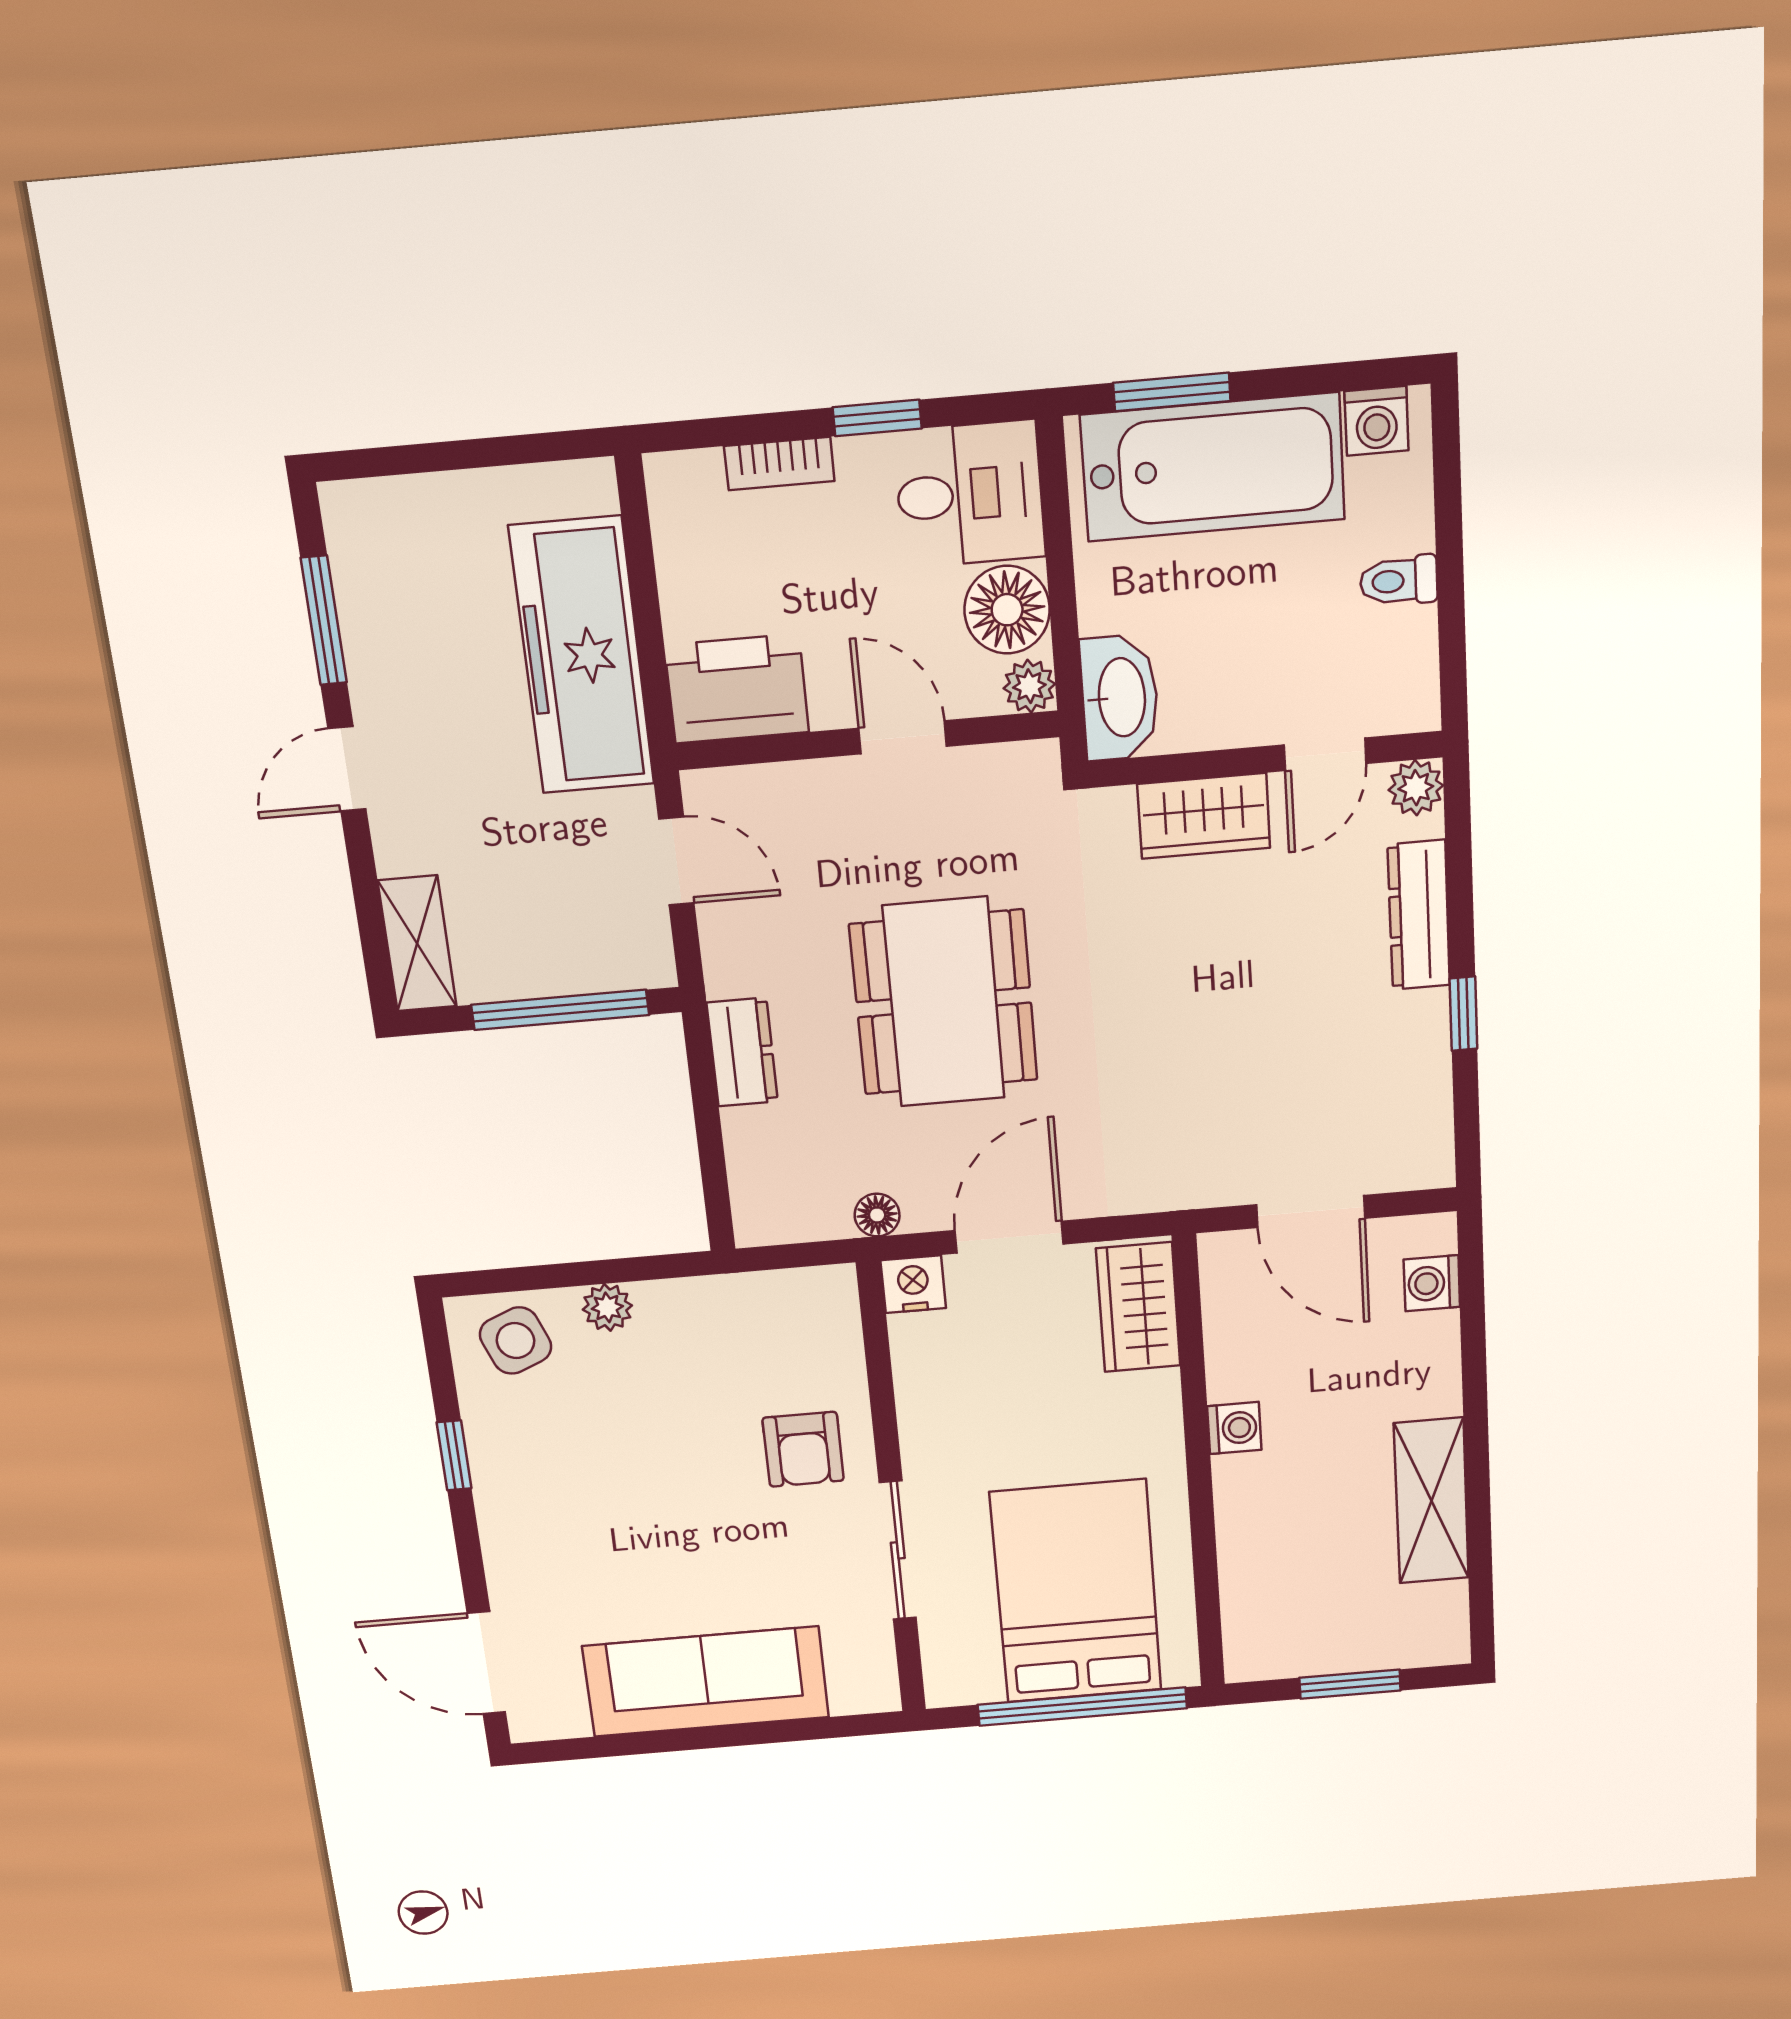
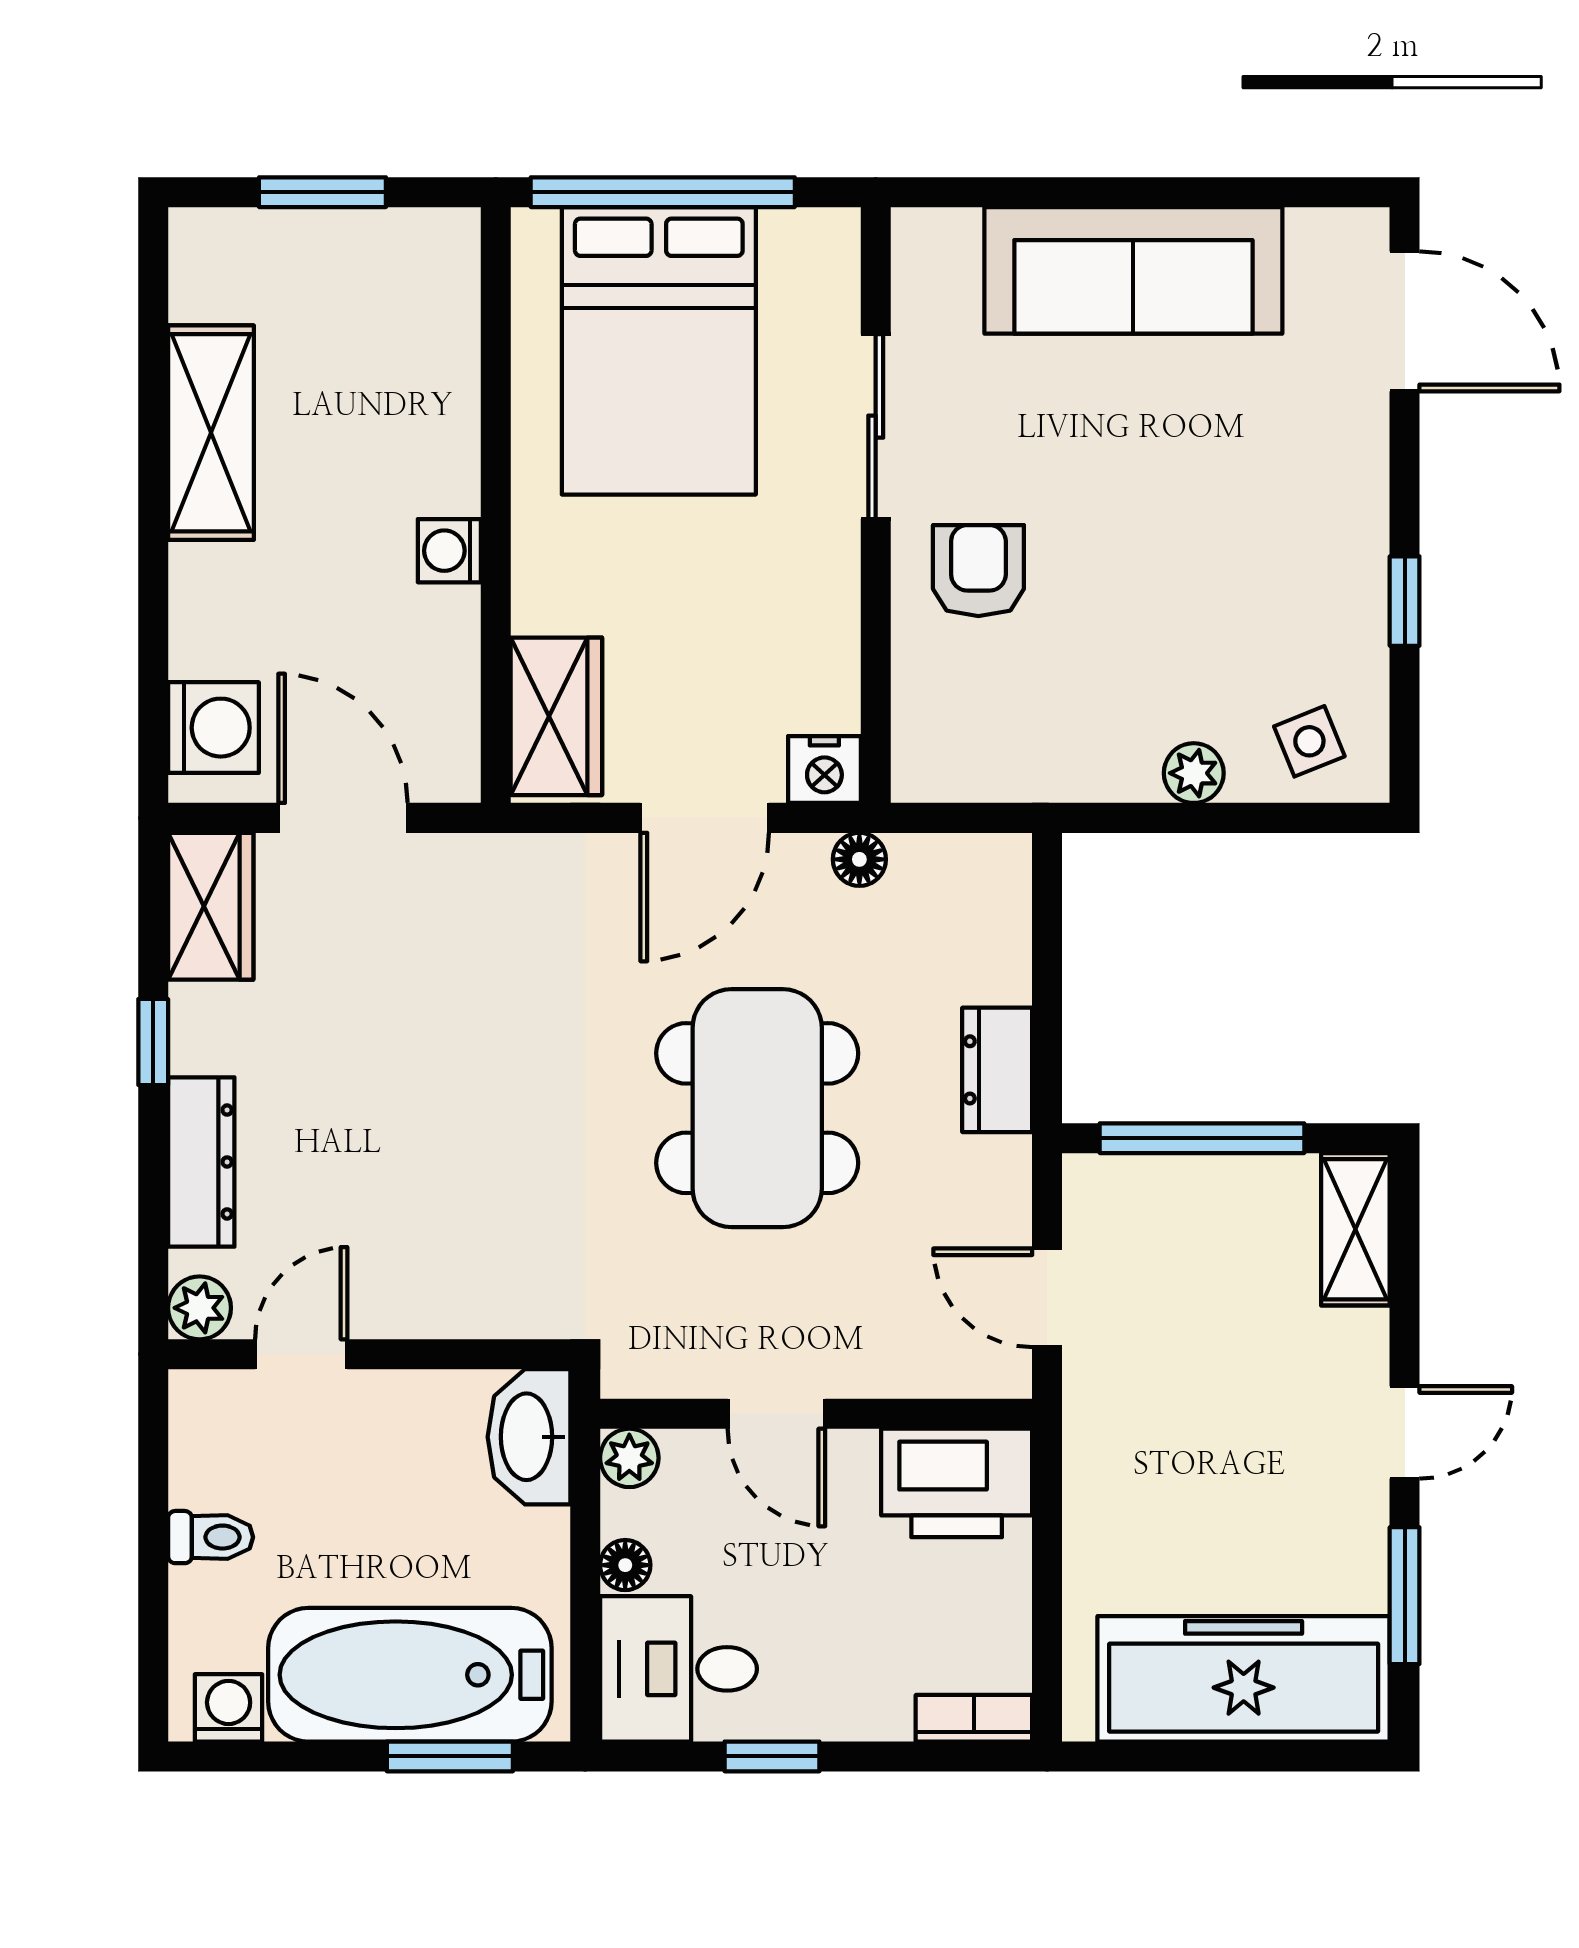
bookcase: (779, 464) -> (974, 1718), moved
floor lamp: (1007, 610) -> (625, 1565), width x0.53, depth x0.53
freezer: (582, 656) -> (1244, 1679), moved, turned -90
wardrobe: (1204, 816) -> (211, 906), moved, turned 90
washing machine: (1432, 1283) -> (213, 728), width x1.38, depth x1.38
side table: (515, 1341) -> (1309, 741), width x0.73, depth x0.73

